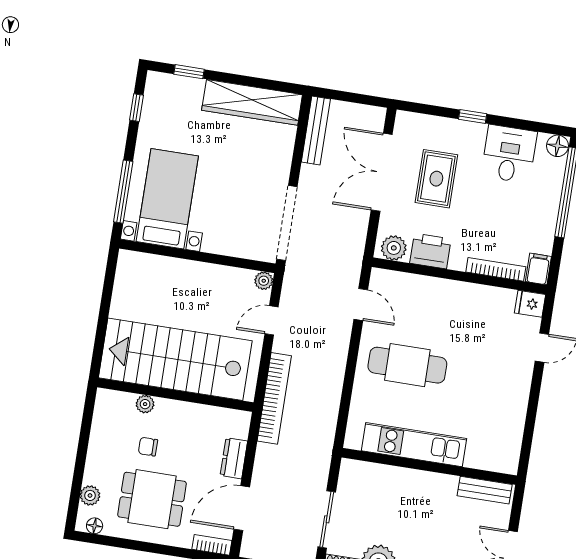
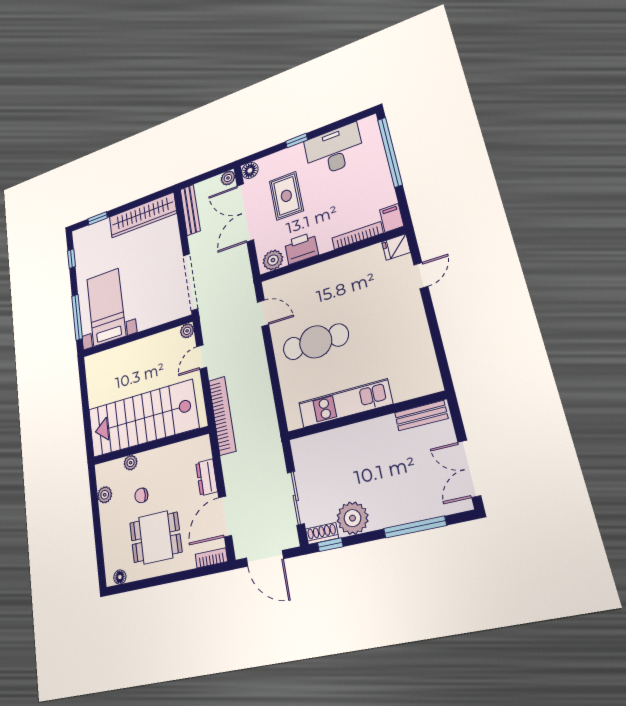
plant: (376, 116) -> (228, 178), added
floor lamp: (557, 146) -> (250, 170), moved
desk: (509, 154) -> (334, 150), width x1.37
plant: (90, 495) -> (105, 495), moved

